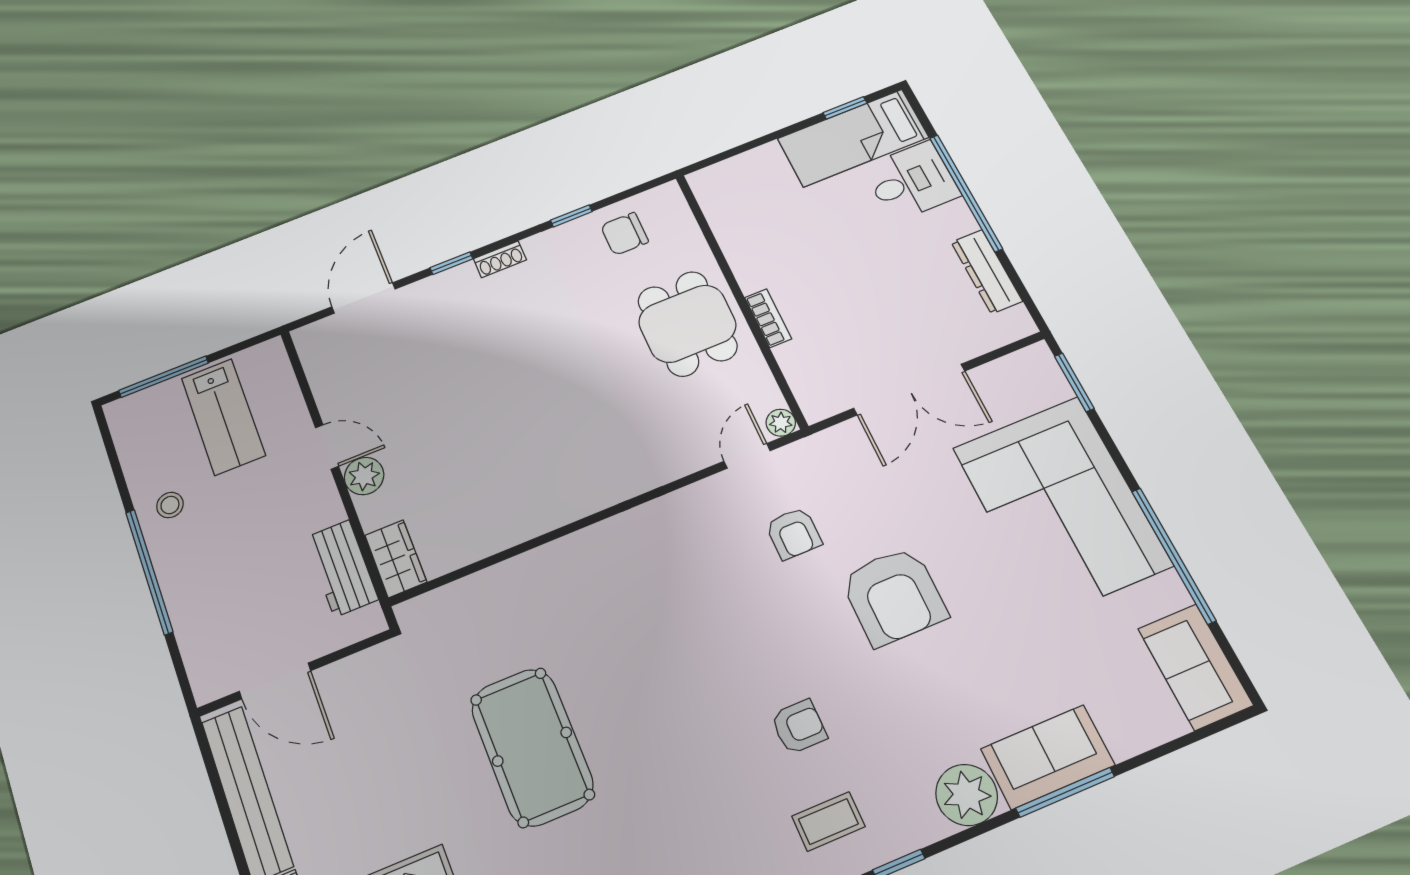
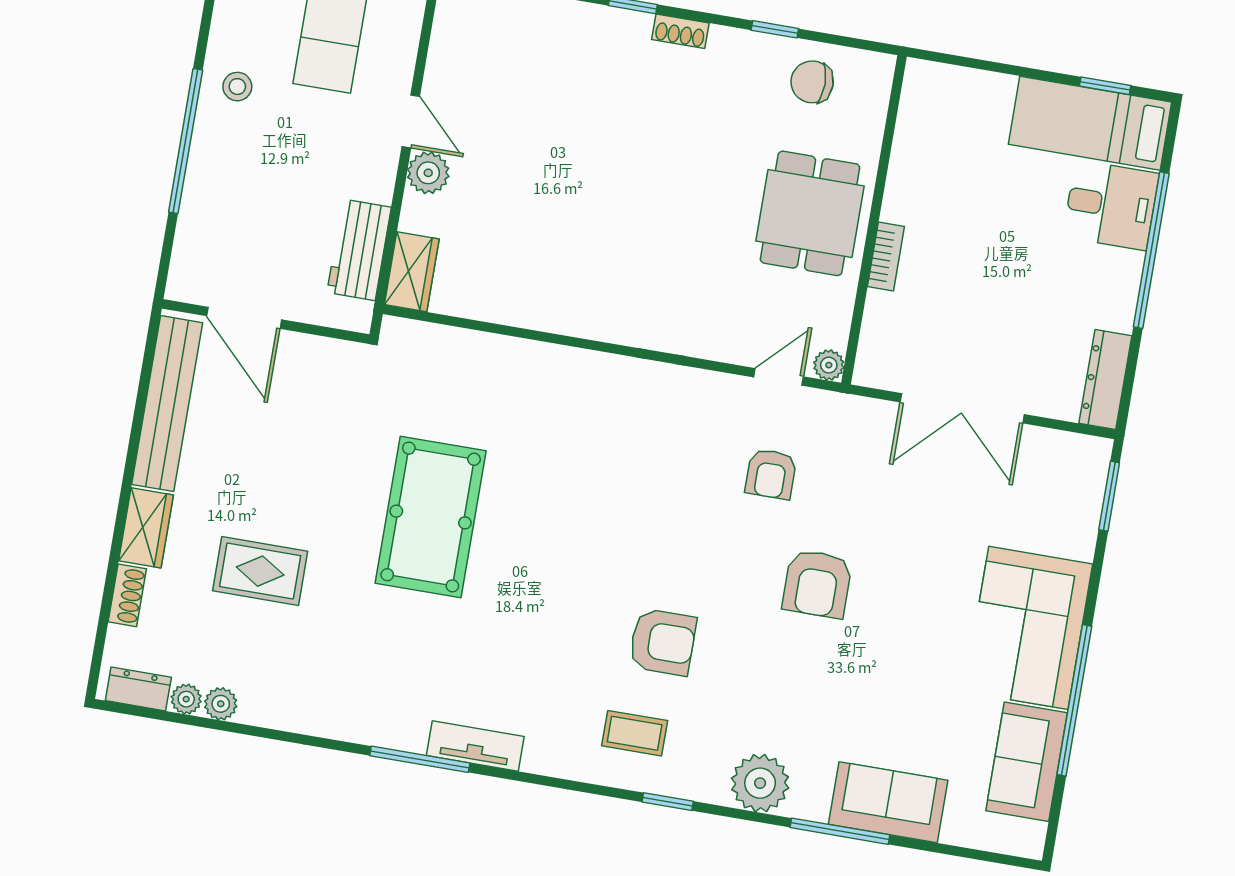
dresser: (987, 271) -> (1105, 380), moved
corner sofa: (1062, 506) -> (1028, 628), width x0.73, depth x0.74
armchair: (894, 596) -> (817, 584), width x0.73, depth x0.73
sofa: (1195, 667) -> (1027, 762), moved
armchair: (799, 727) -> (663, 642), width x1.38, depth x1.38
sofa: (1048, 757) -> (888, 802), moved

